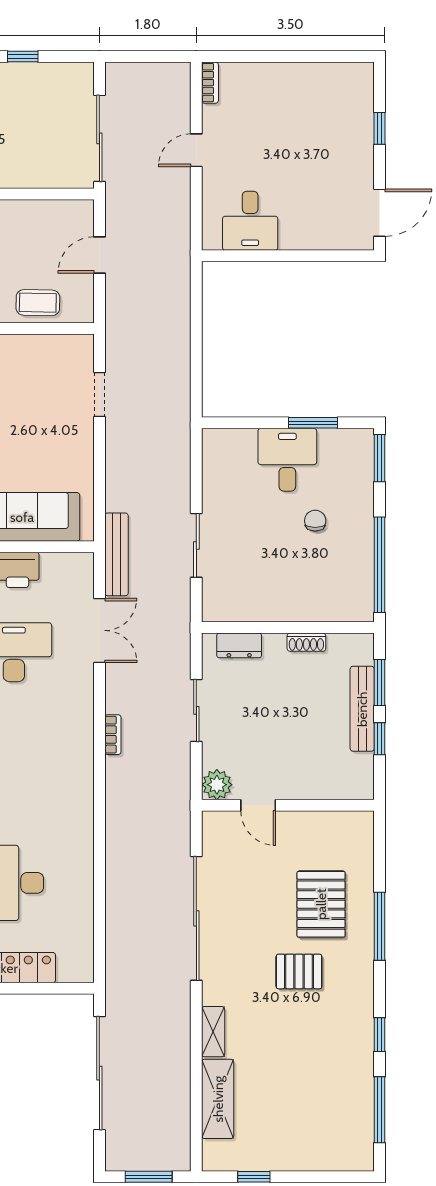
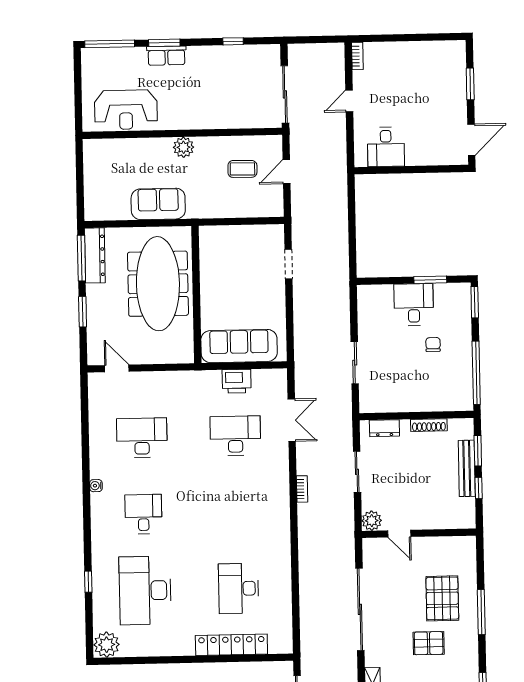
window: (379, 128) -> (470, 84), width x1.50
coffee table: (38, 303) -> (242, 169), moved
bench: (116, 554) -> (302, 370), removed
shoe rack: (306, 642) -> (429, 425), width x1.43

